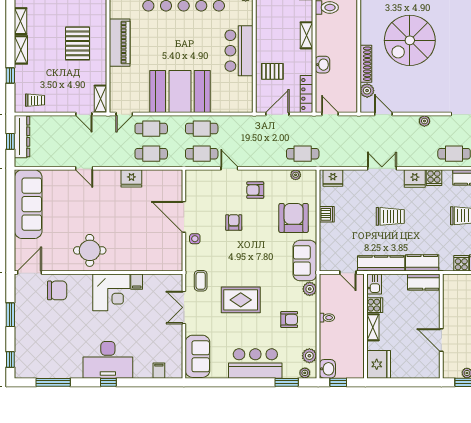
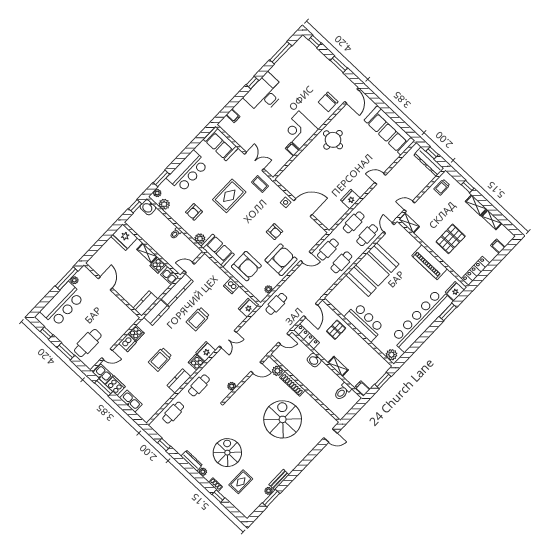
pallet: (78, 43) -> (451, 239), turned 90
armchair: (255, 190) -> (281, 260), width x1.88, depth x1.88
door: (441, 340) -> (105, 283), hinge flipped

